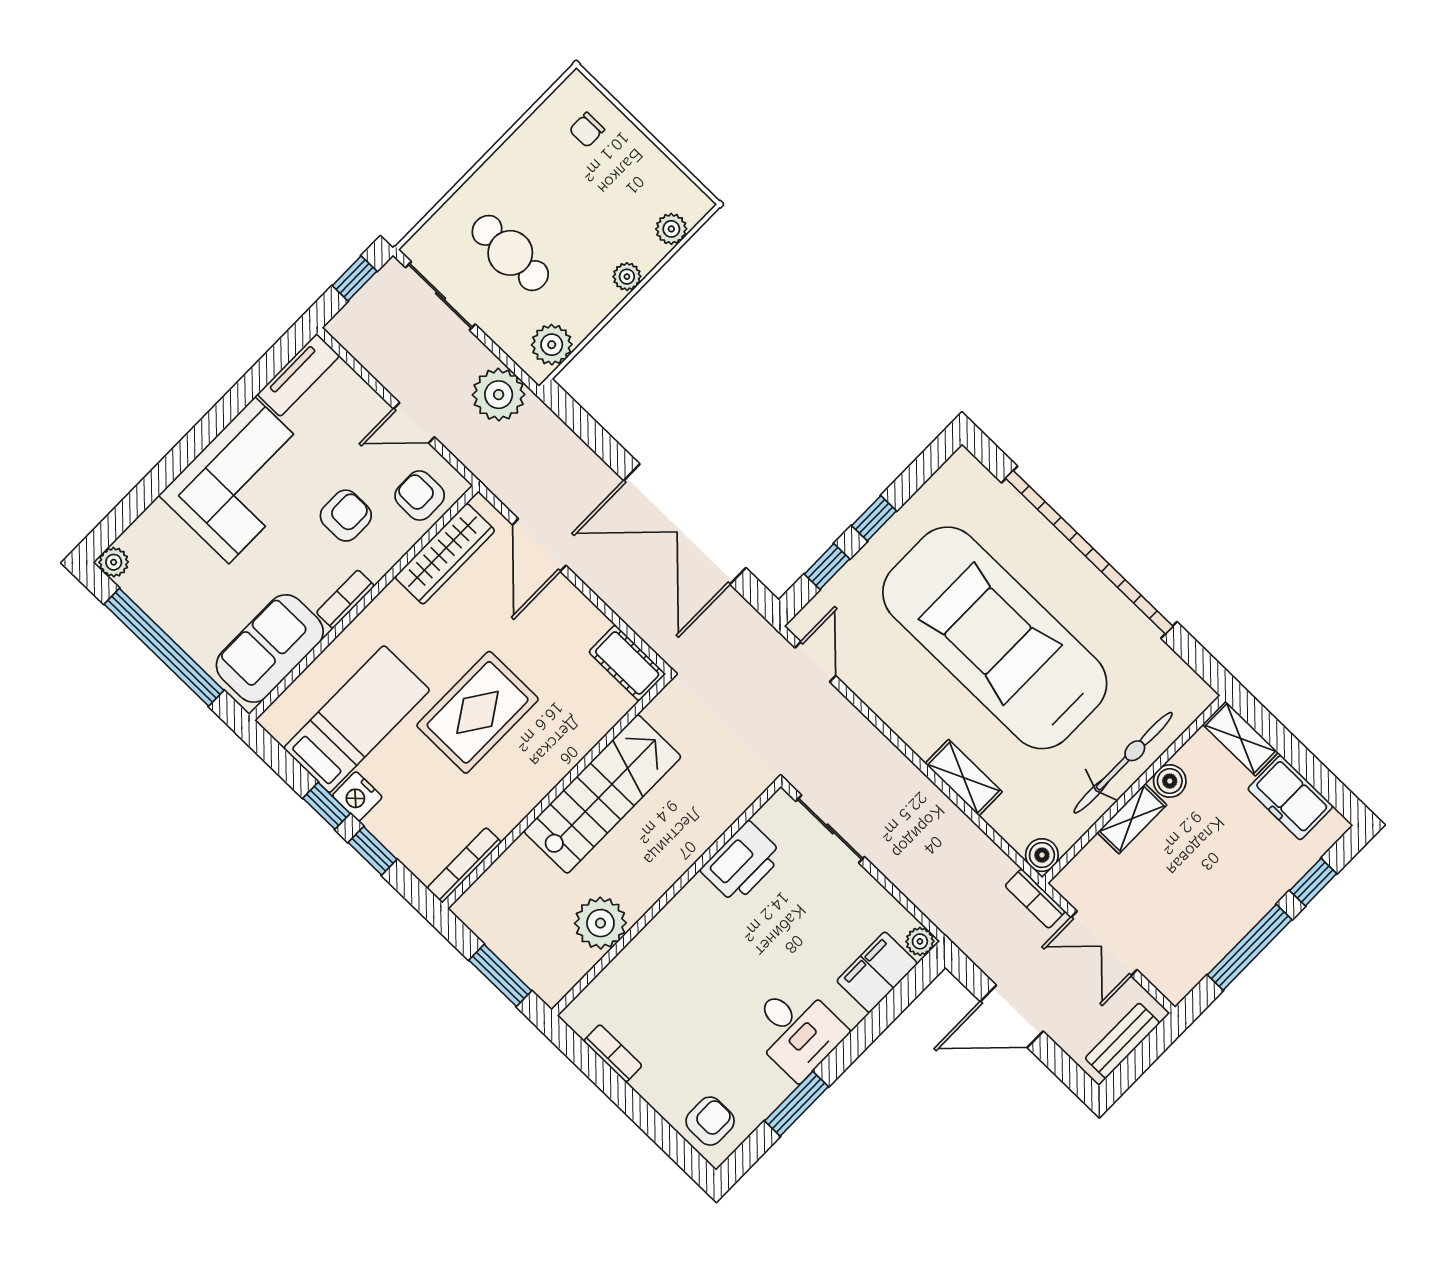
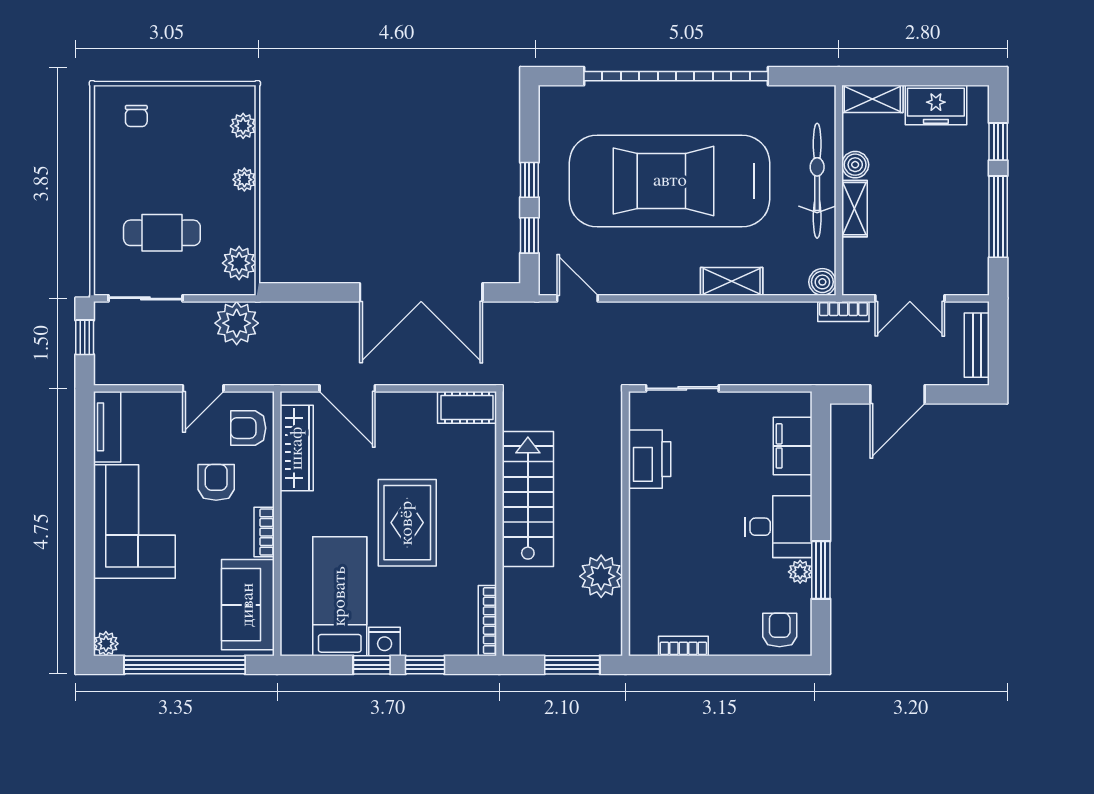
plant: (920, 941) -> (800, 572), moved

